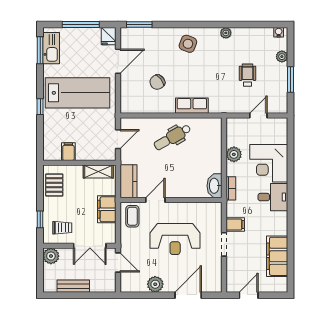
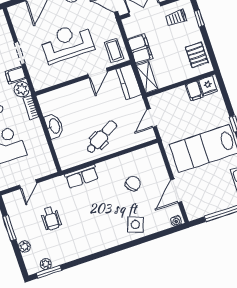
window: (139, 25) -> (49, 272), moved
water cooler: (279, 32) -> (176, 221), moved
plant: (226, 33) -> (46, 264), moved
fridge: (109, 36) -> (208, 86), moved, turned 180
side table: (188, 44) -> (135, 225), moved
row of seats: (192, 106) -> (82, 176), moved
plant: (234, 154) -> (22, 89), moved
shelving: (98, 172) -> (147, 77), moved, turned 90
washbasin: (215, 186) -> (54, 126), moved

